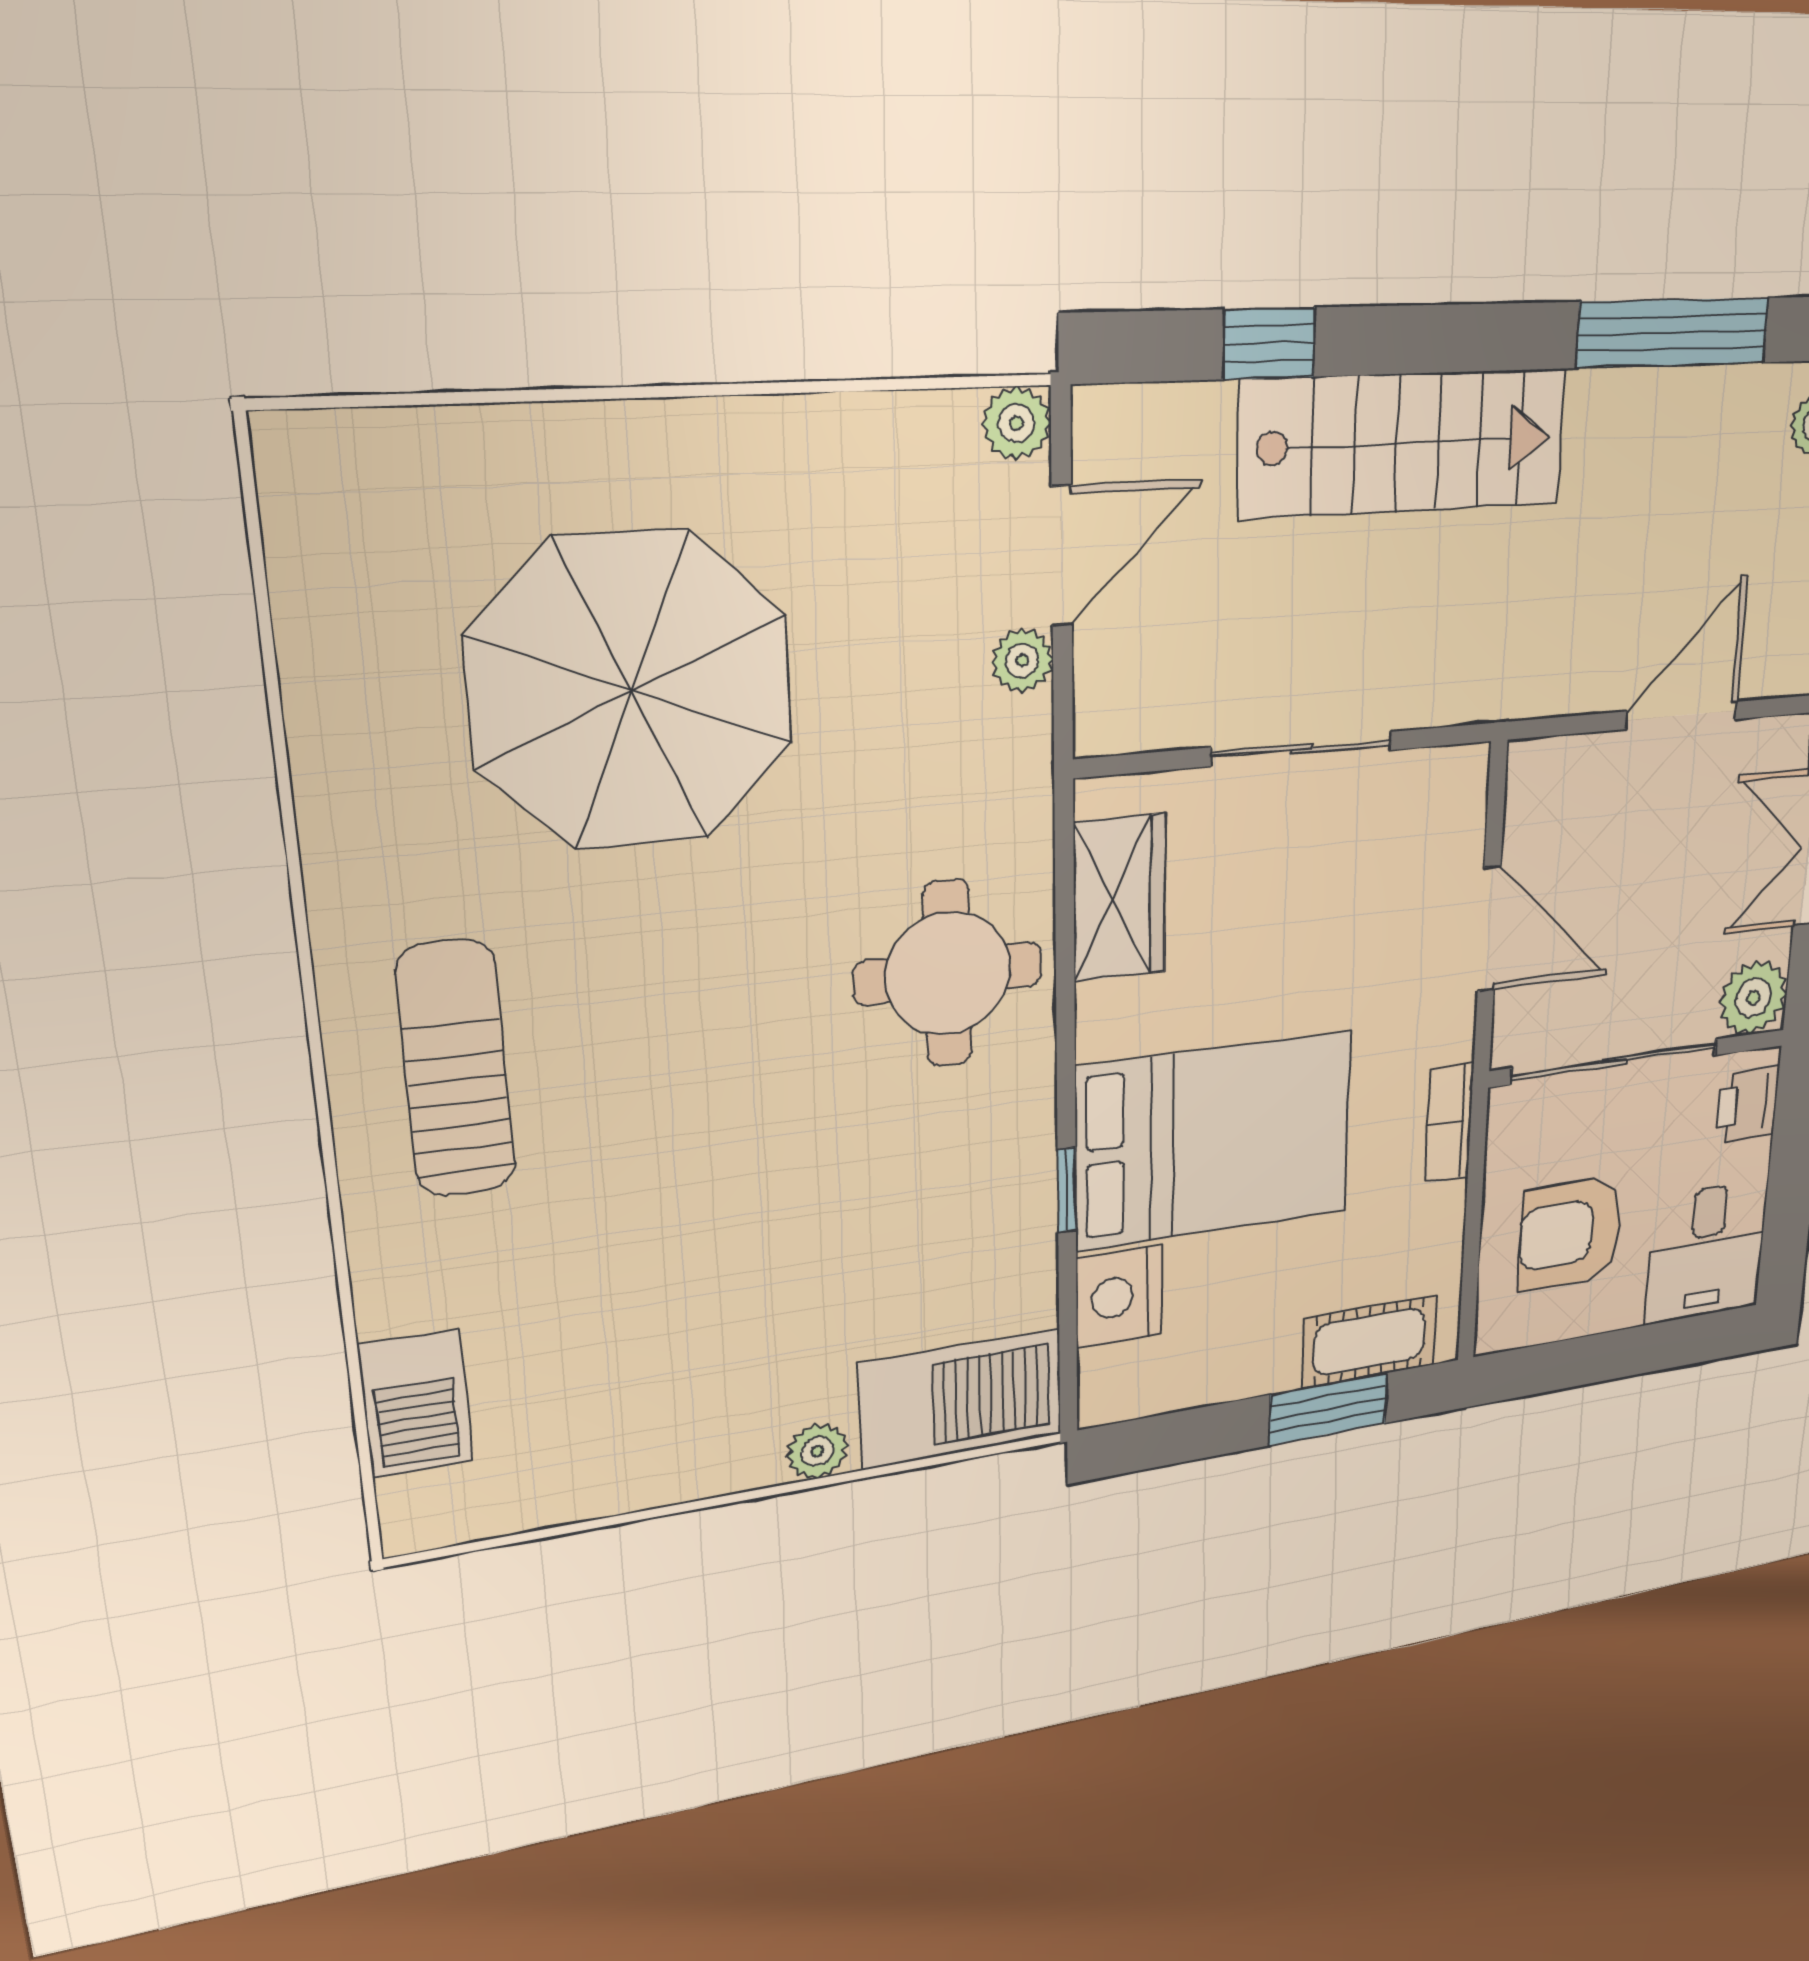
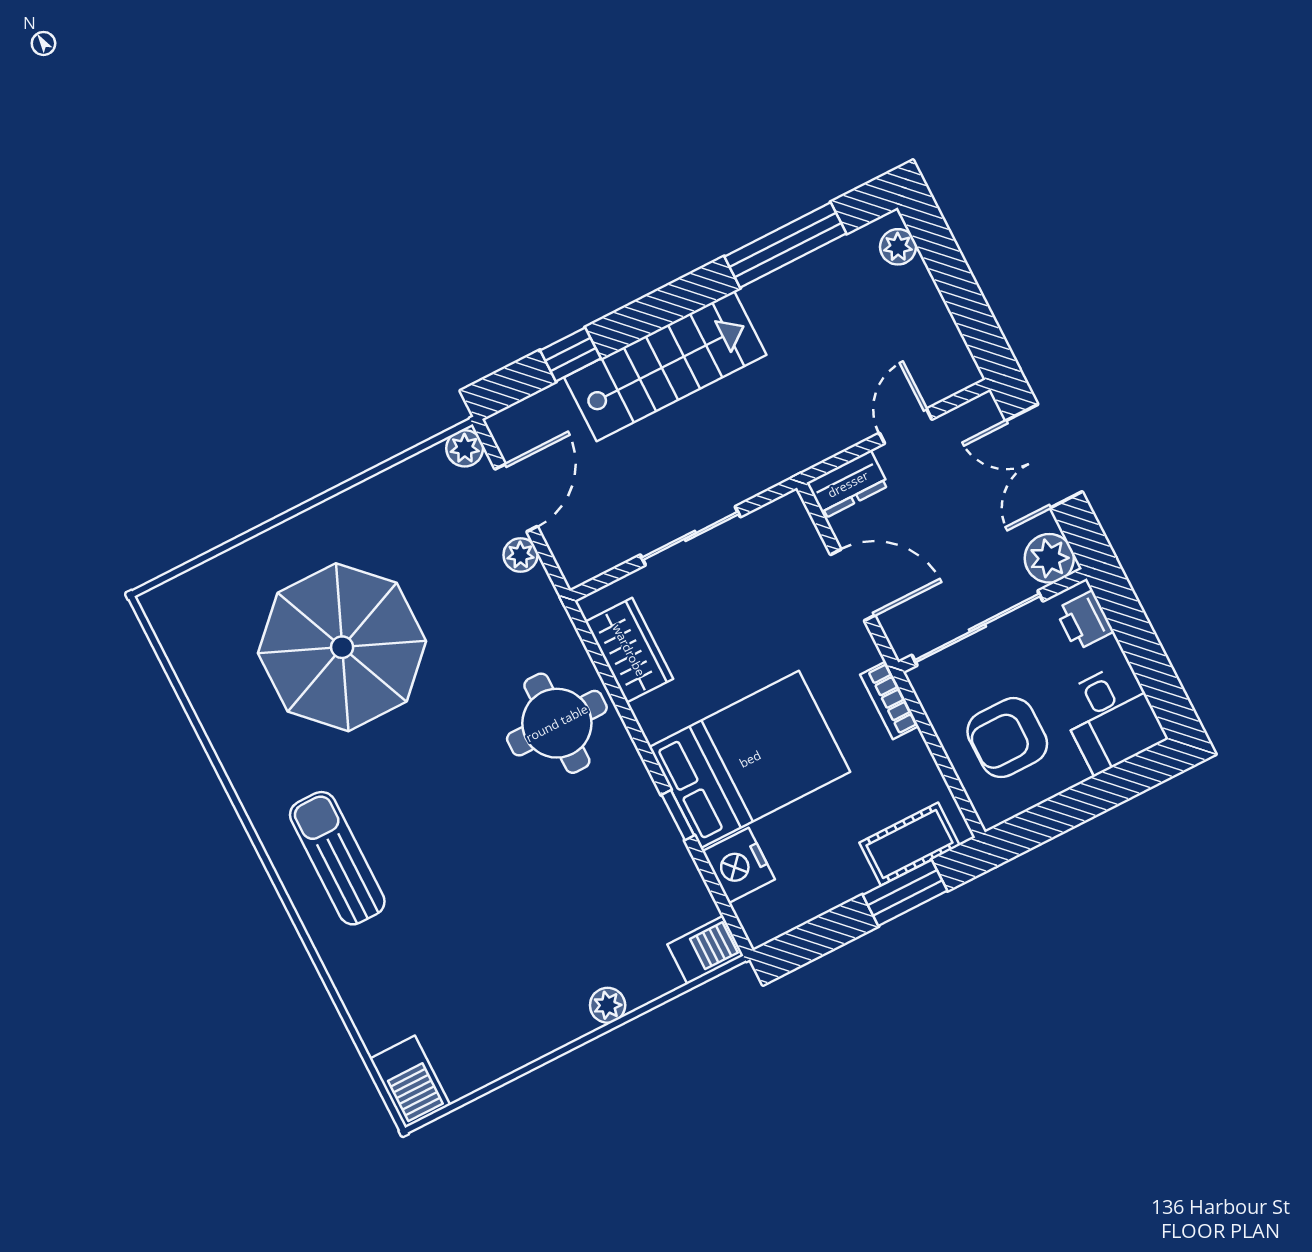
door: (1682, 715) -> (906, 426), width x0.73
dresser: (1561, 769) -> (848, 484), added
barbecue: (961, 1399) -> (705, 950), width x0.53, depth x0.65
barbecue: (416, 1403) -> (410, 1082), moved

